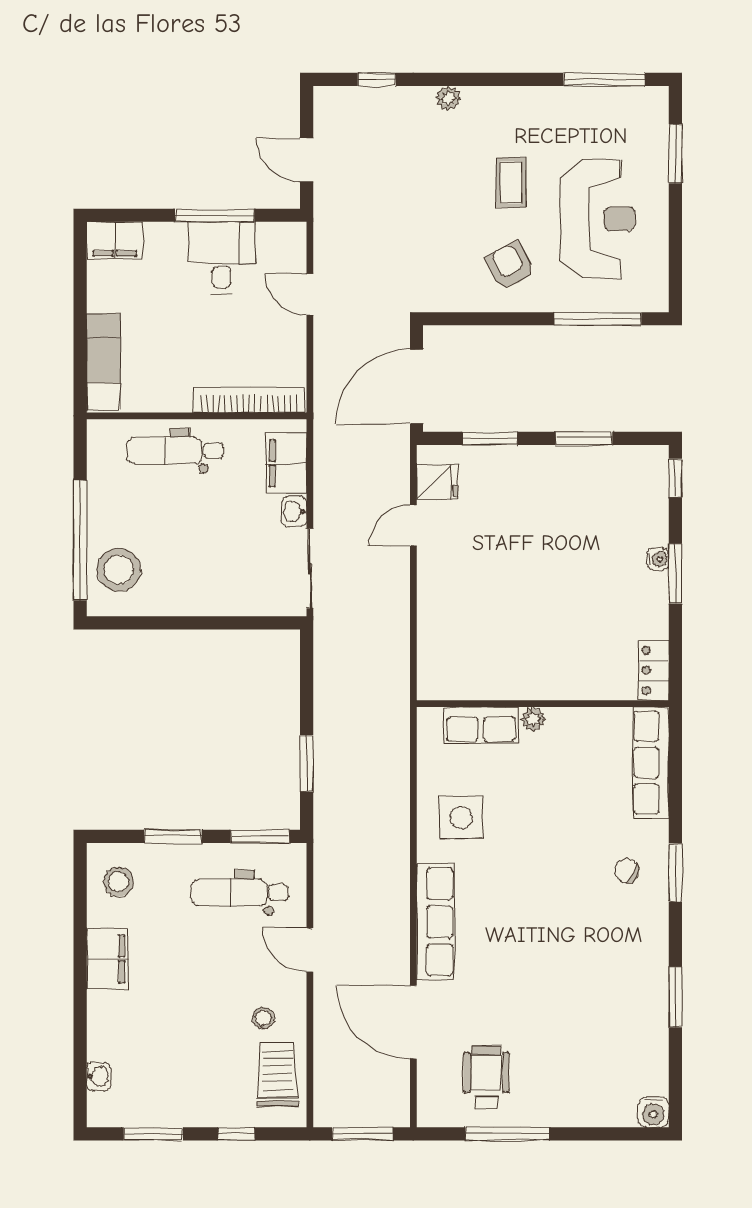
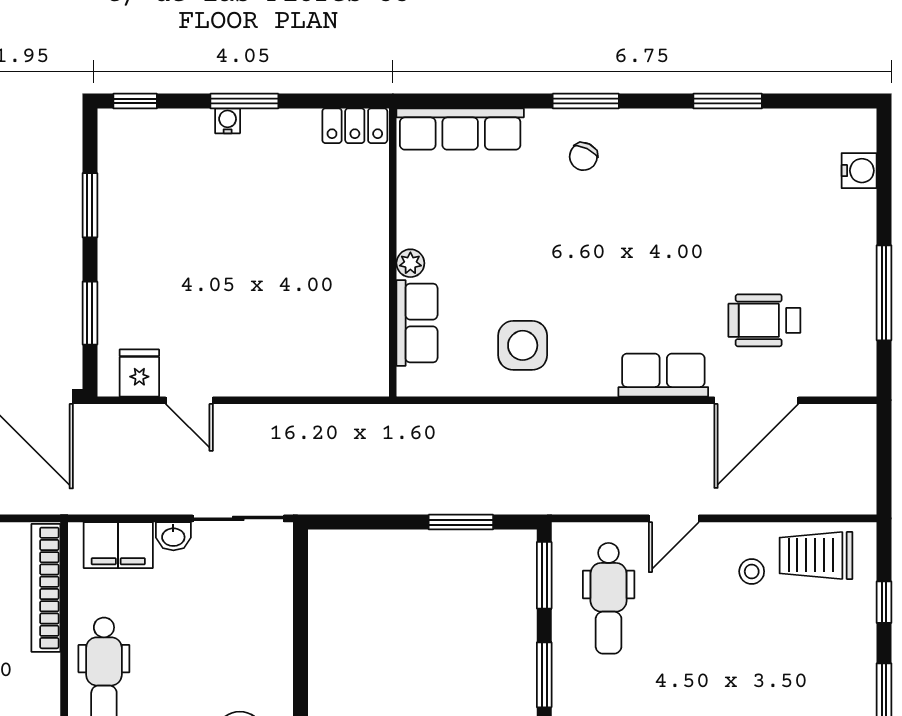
row of seats: (435, 922) -> (663, 375), width x0.68
wheelchair: (486, 1077) -> (764, 320), moved
water cooler: (653, 1112) -> (859, 171), moved
window: (362, 1134) -> (884, 458), removed

